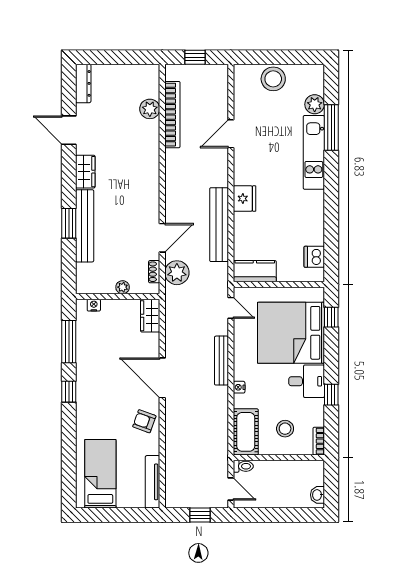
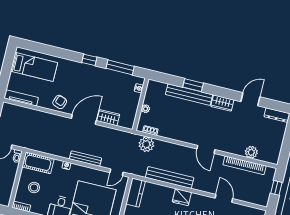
door: (162, 238) -> (206, 149), moved
wardrobe: (150, 316) -> (108, 118), moved

